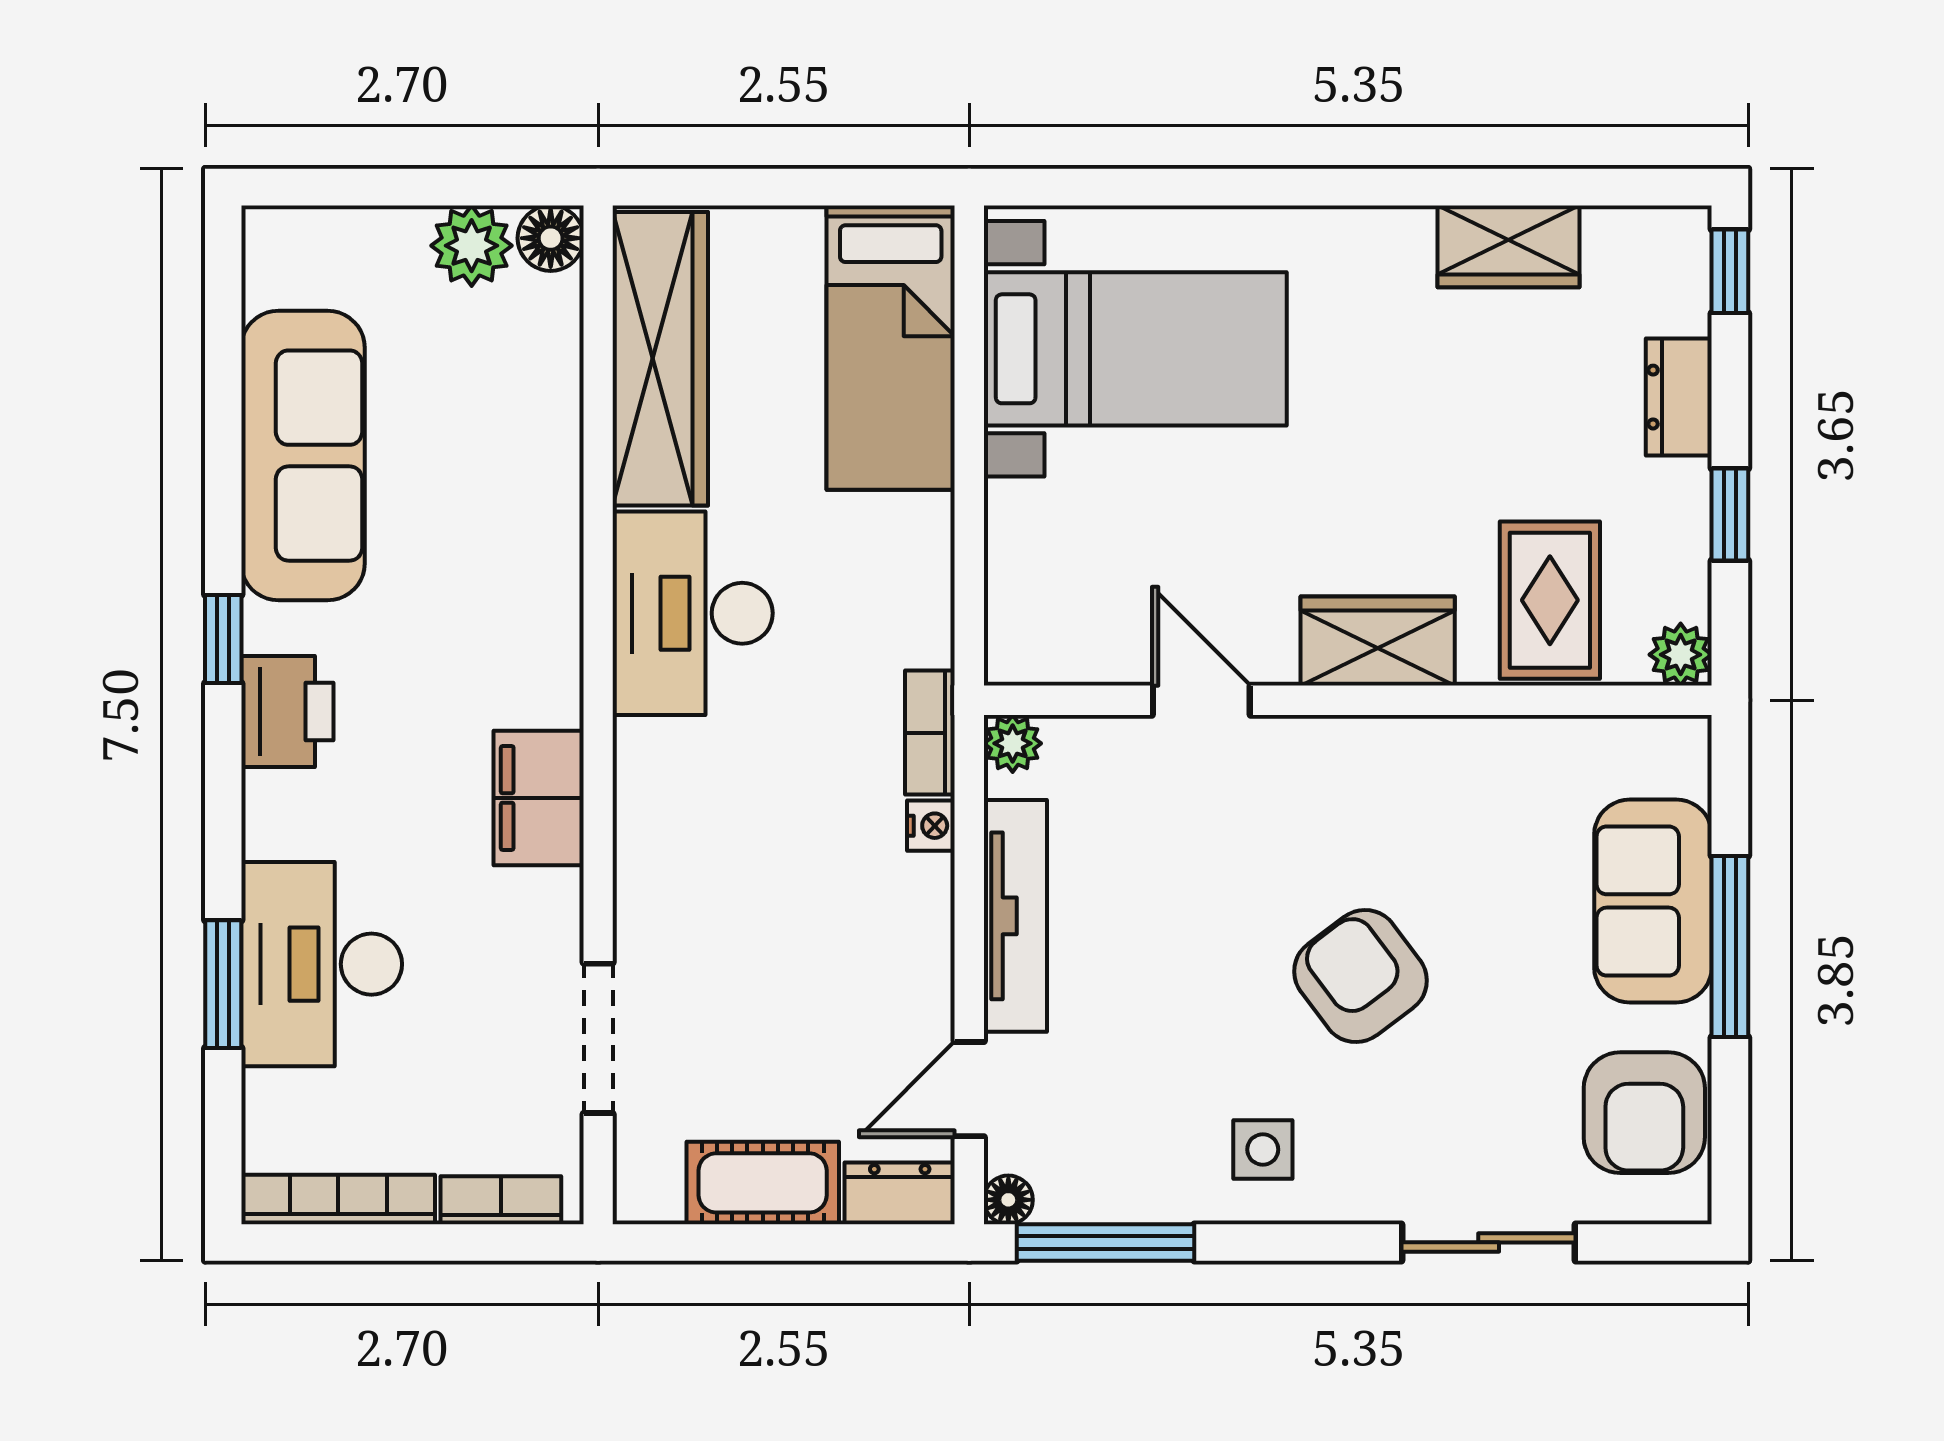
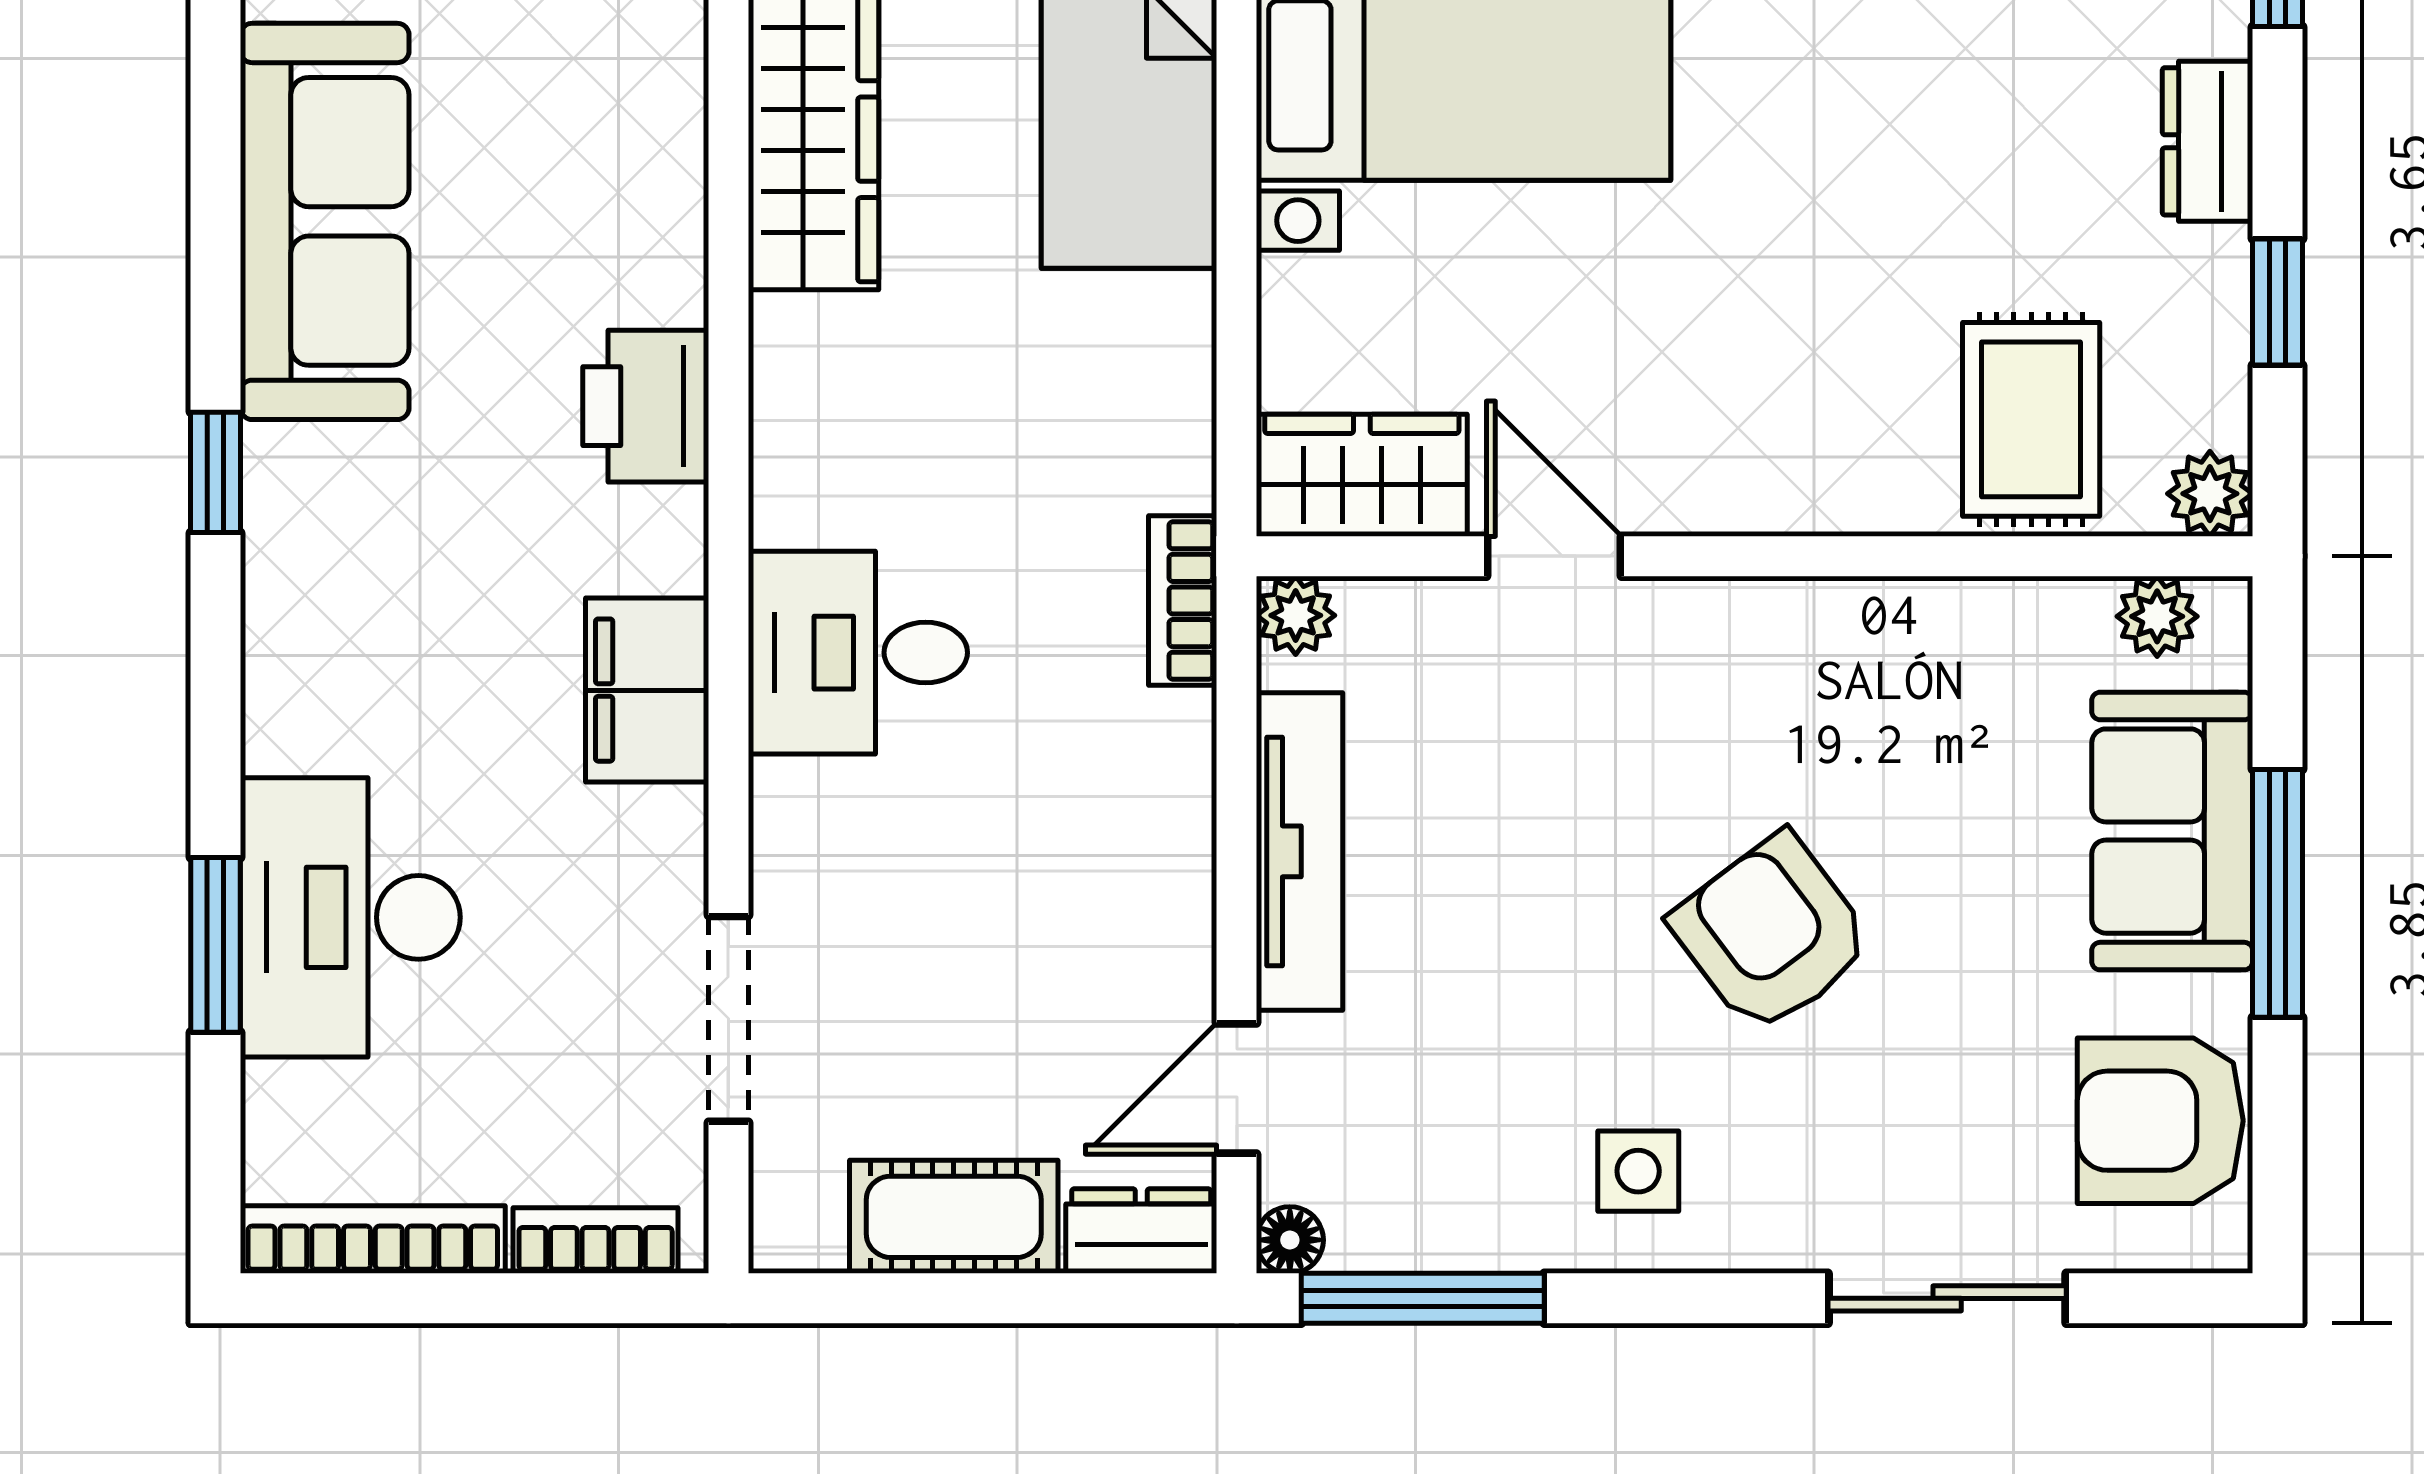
desk: (693, 613) -> (858, 653), moved, width x0.73
wardrobe: (1378, 641) -> (1362, 475), moved
printer: (287, 711) -> (646, 406), moved, turned 180
plant: (1642, 744) -> (2157, 616), added
nightstand: (931, 826) -> (1184, 728), removed
armchair: (1644, 1113) -> (2160, 1121), turned 90

